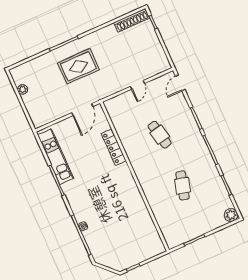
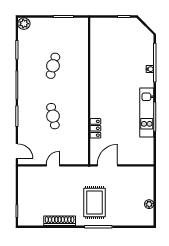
shoe rack: (132, 20) -> (60, 221), moved
rug: (78, 66) -> (95, 202), turned 90
door: (180, 83) -> (17, 151), hinge flipped
locker: (114, 147) -> (95, 128), width x0.66
kitchen unit: (56, 157) -> (147, 112), moved

